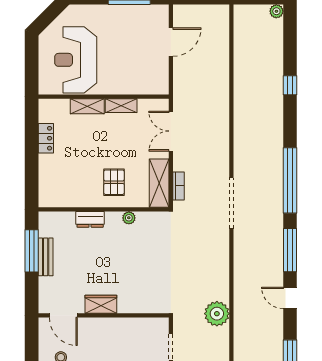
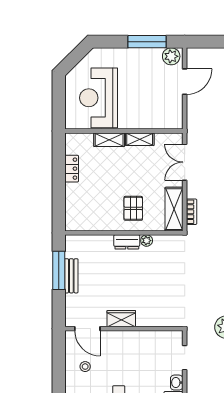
plant: (156, 14) -> (171, 56), added
dresser: (90, 219) -> (127, 242), moved

